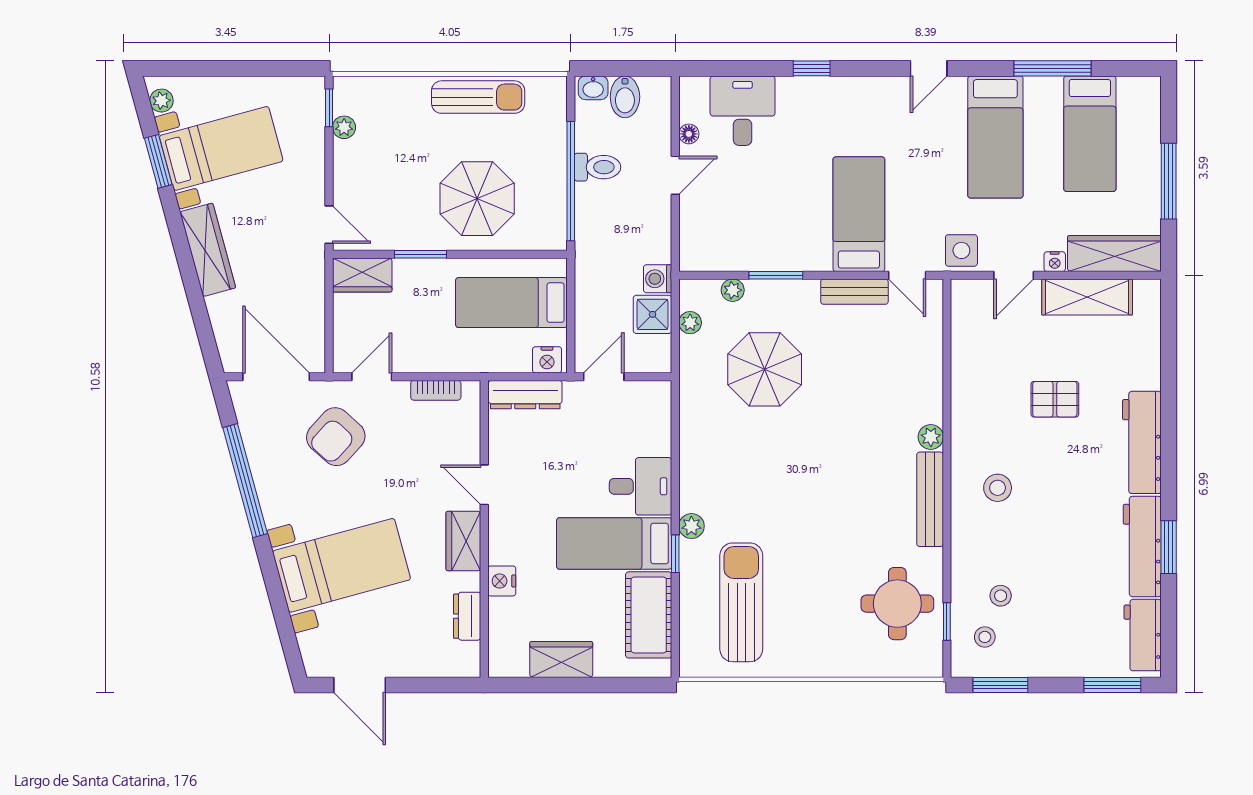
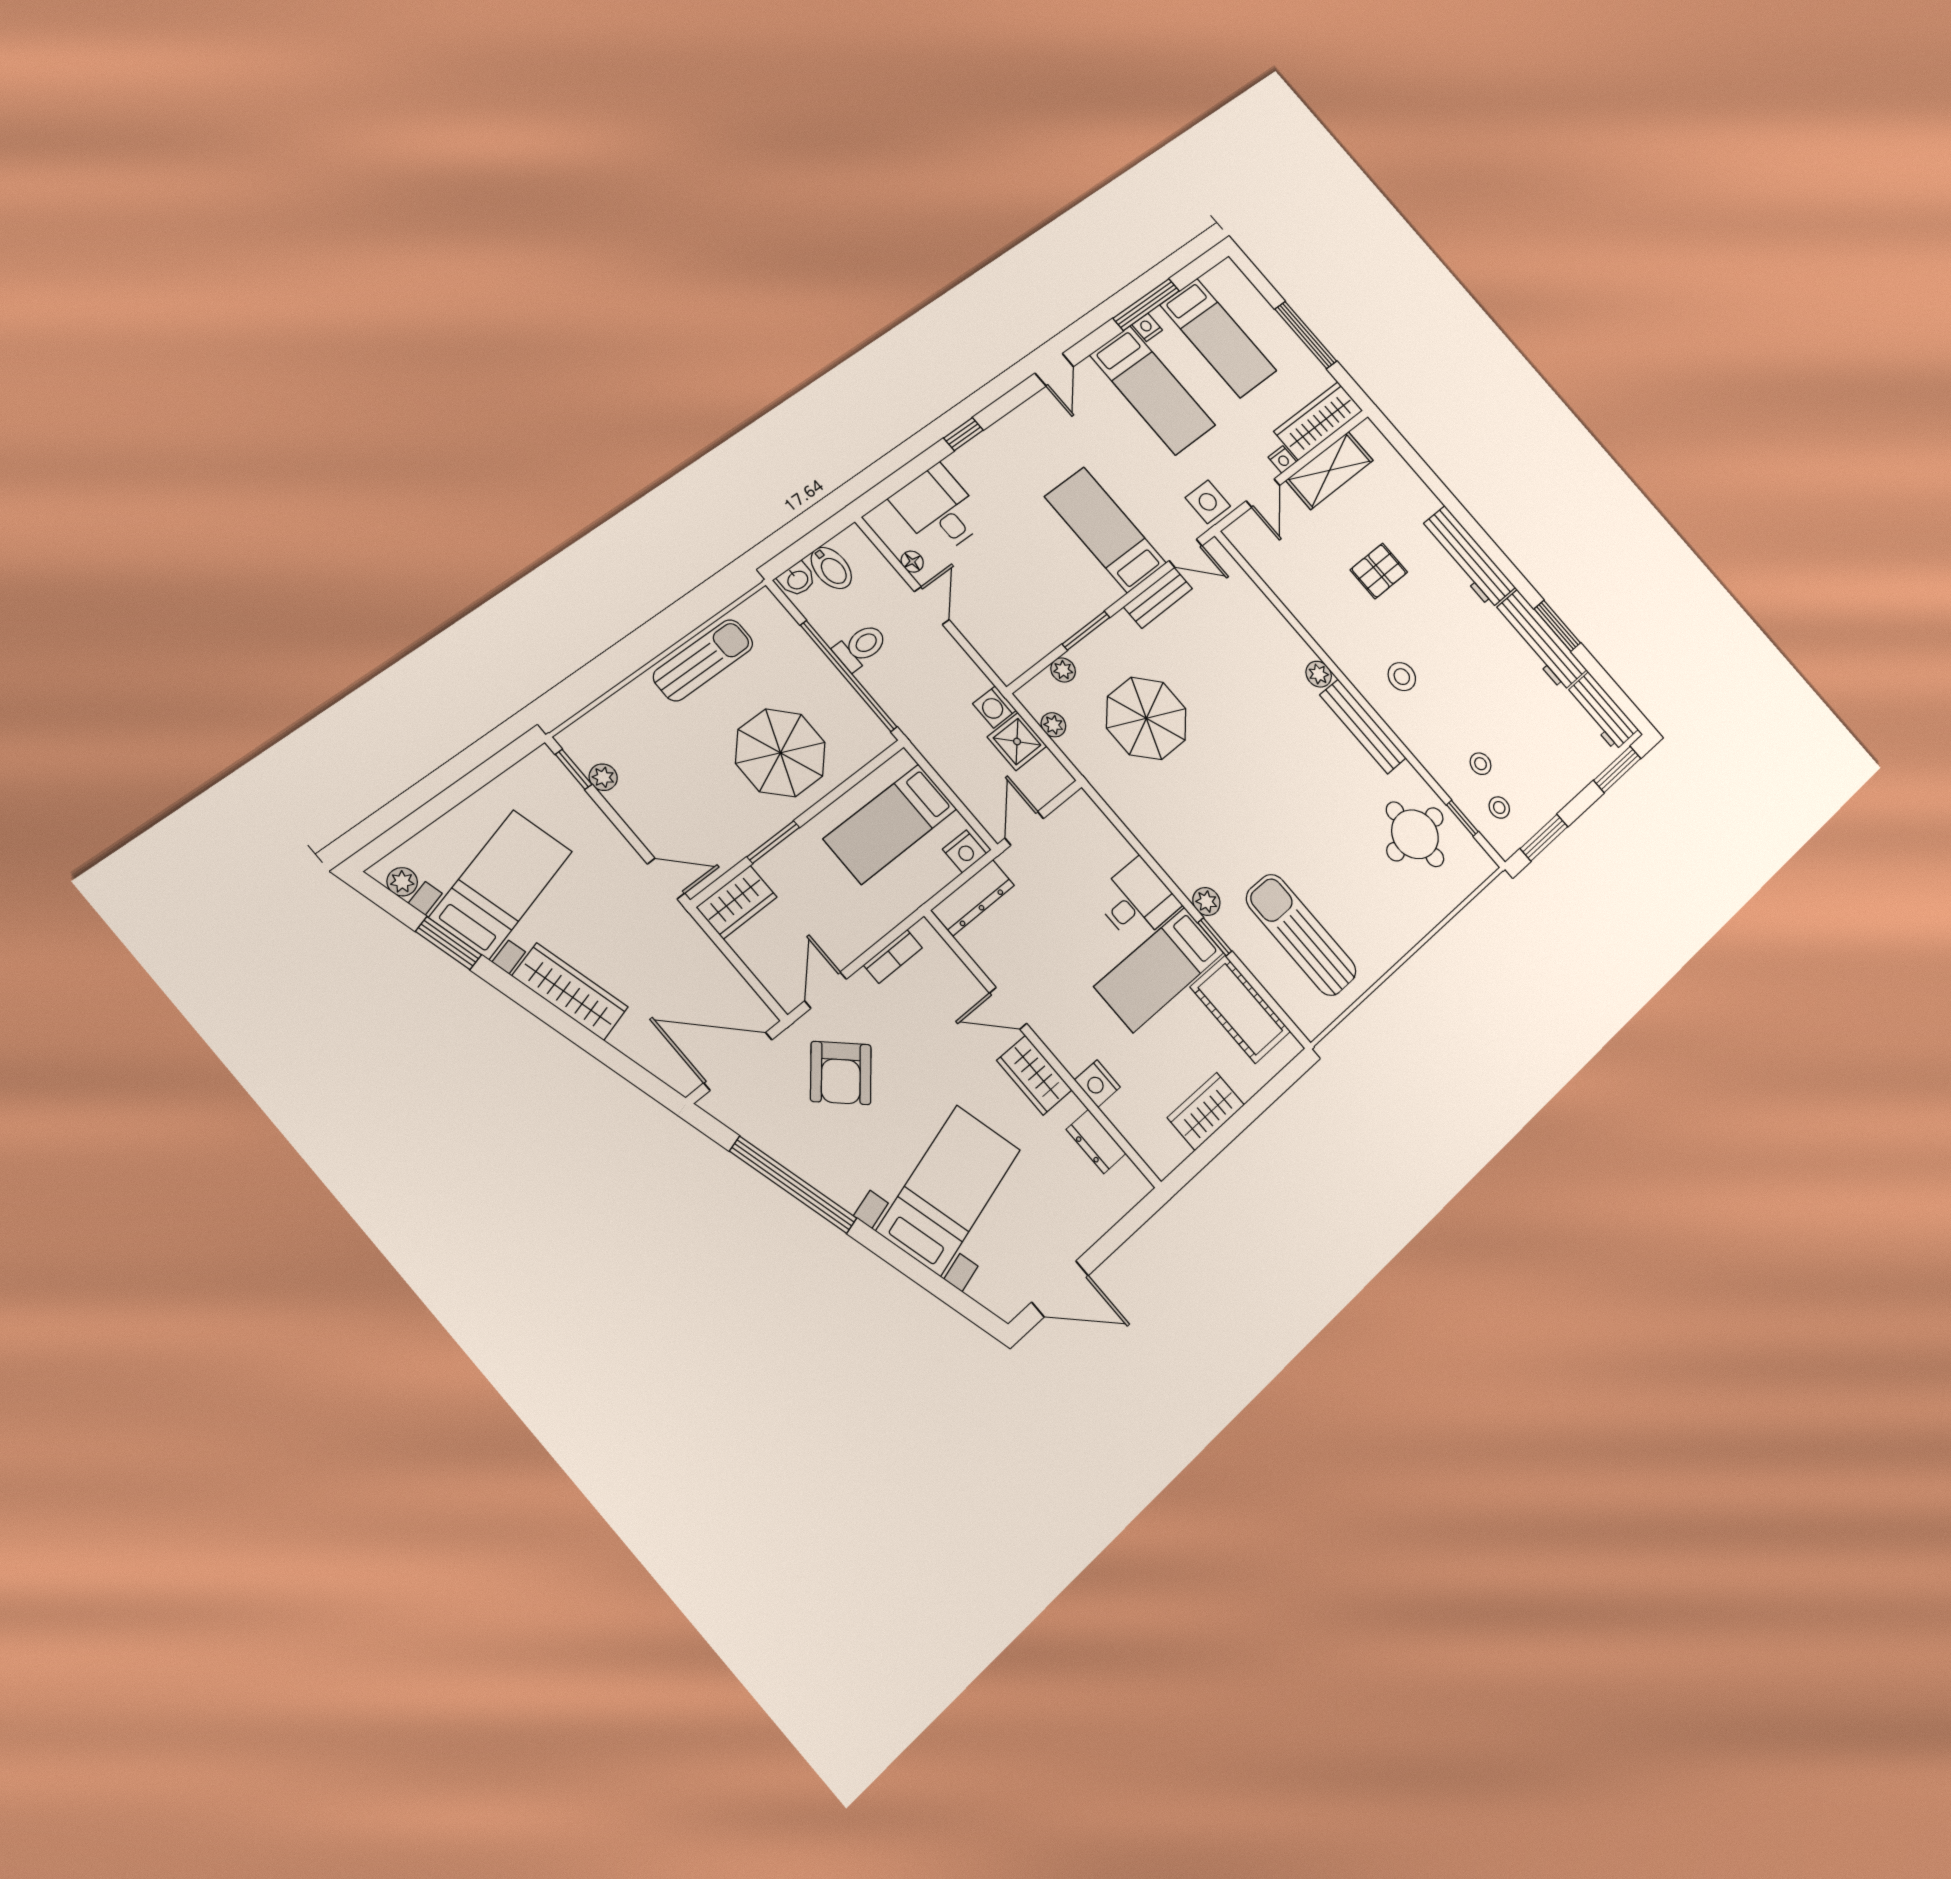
nightstand: (1036, 86) -> (1147, 327), added

